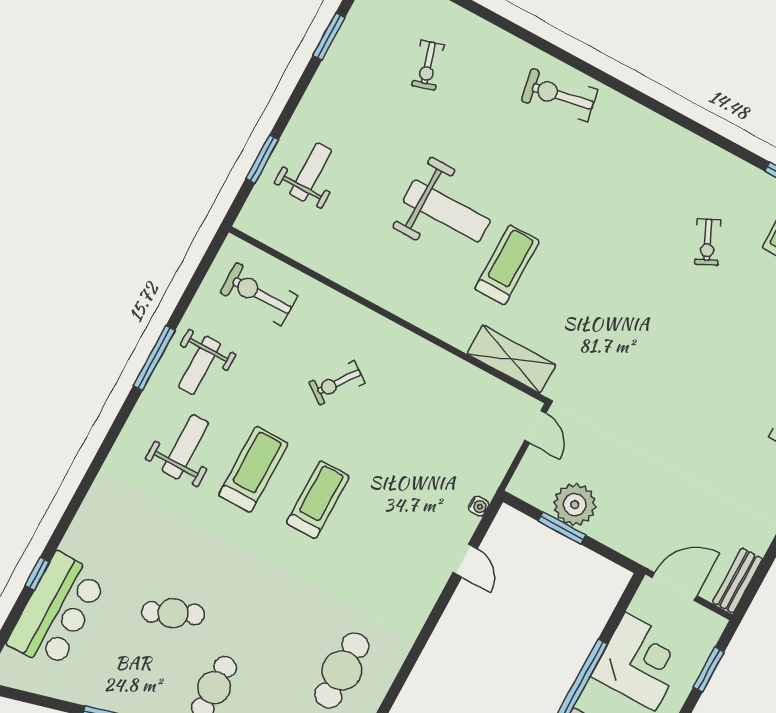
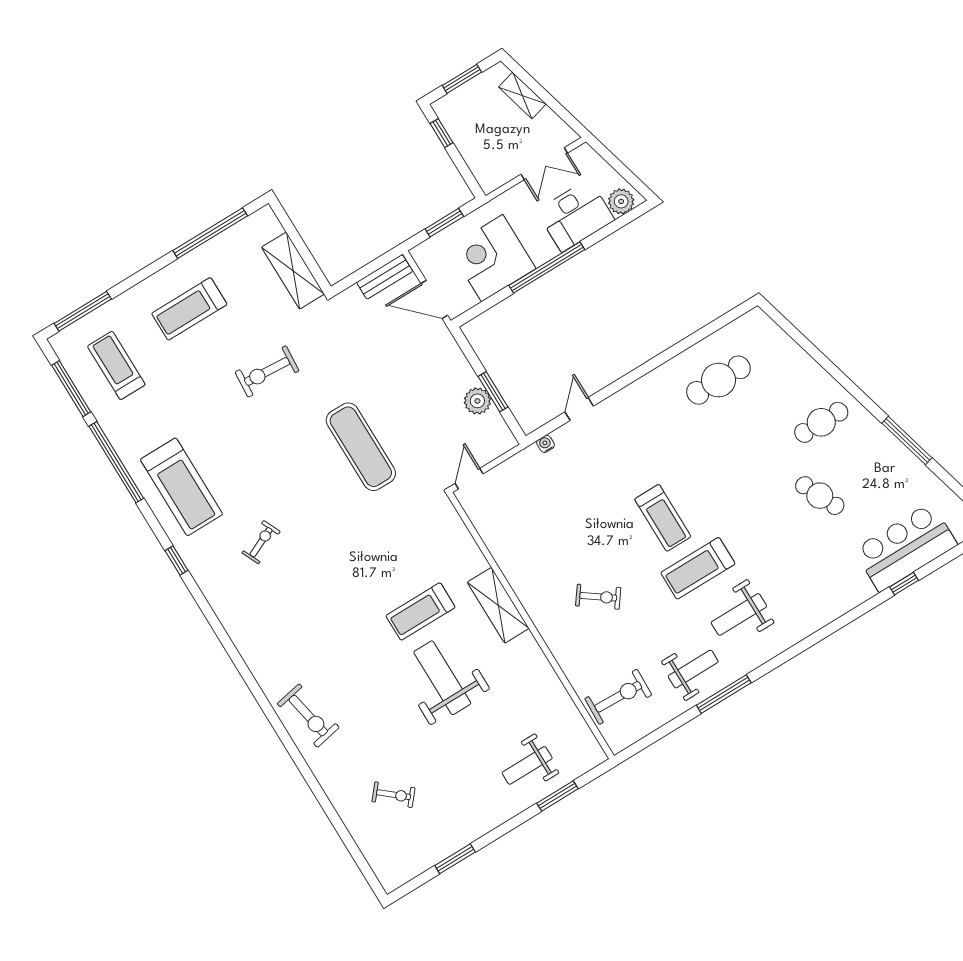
exercise bike: (428, 65) -> (393, 795), turned 57
exercise bike: (259, 294) -> (618, 697), turned -88
shelving: (511, 359) -> (498, 605), moved
exercise mat: (663, 396) -> (361, 447), added
treadmill: (318, 500) -> (663, 518), turned -90
plant: (575, 505) -> (477, 401), width x0.73, depth x0.73

